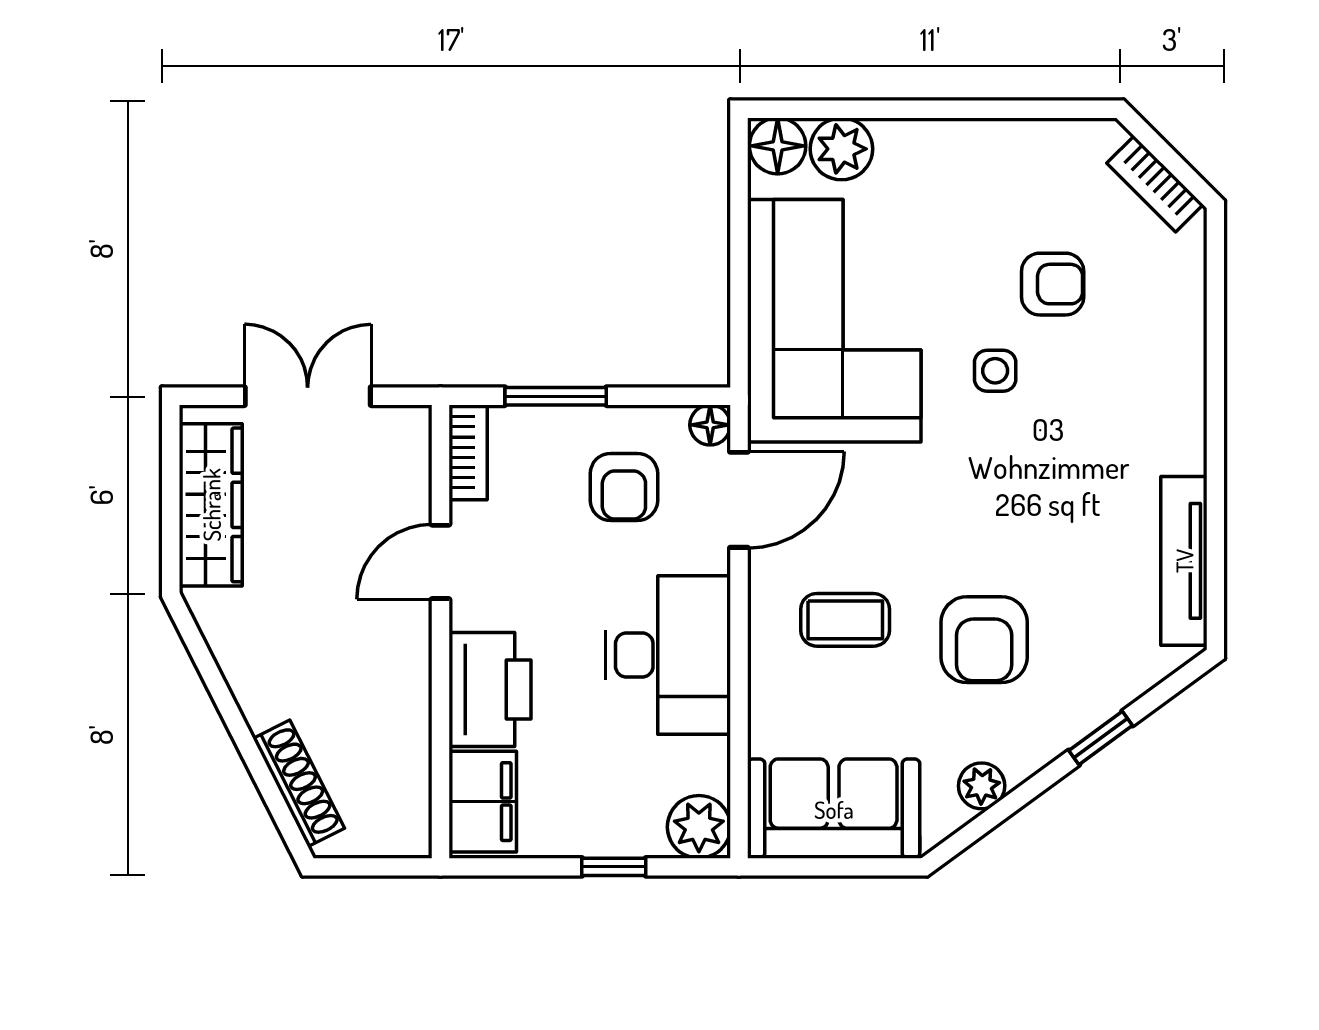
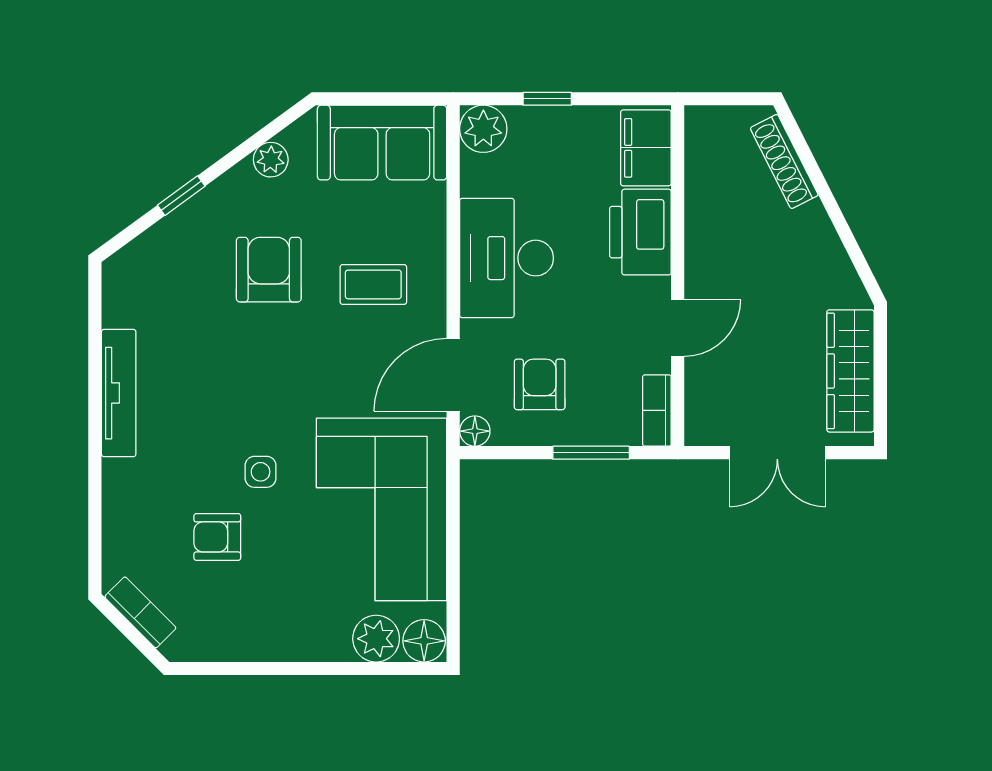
tv unit: (1184, 561) -> (119, 393), moved

